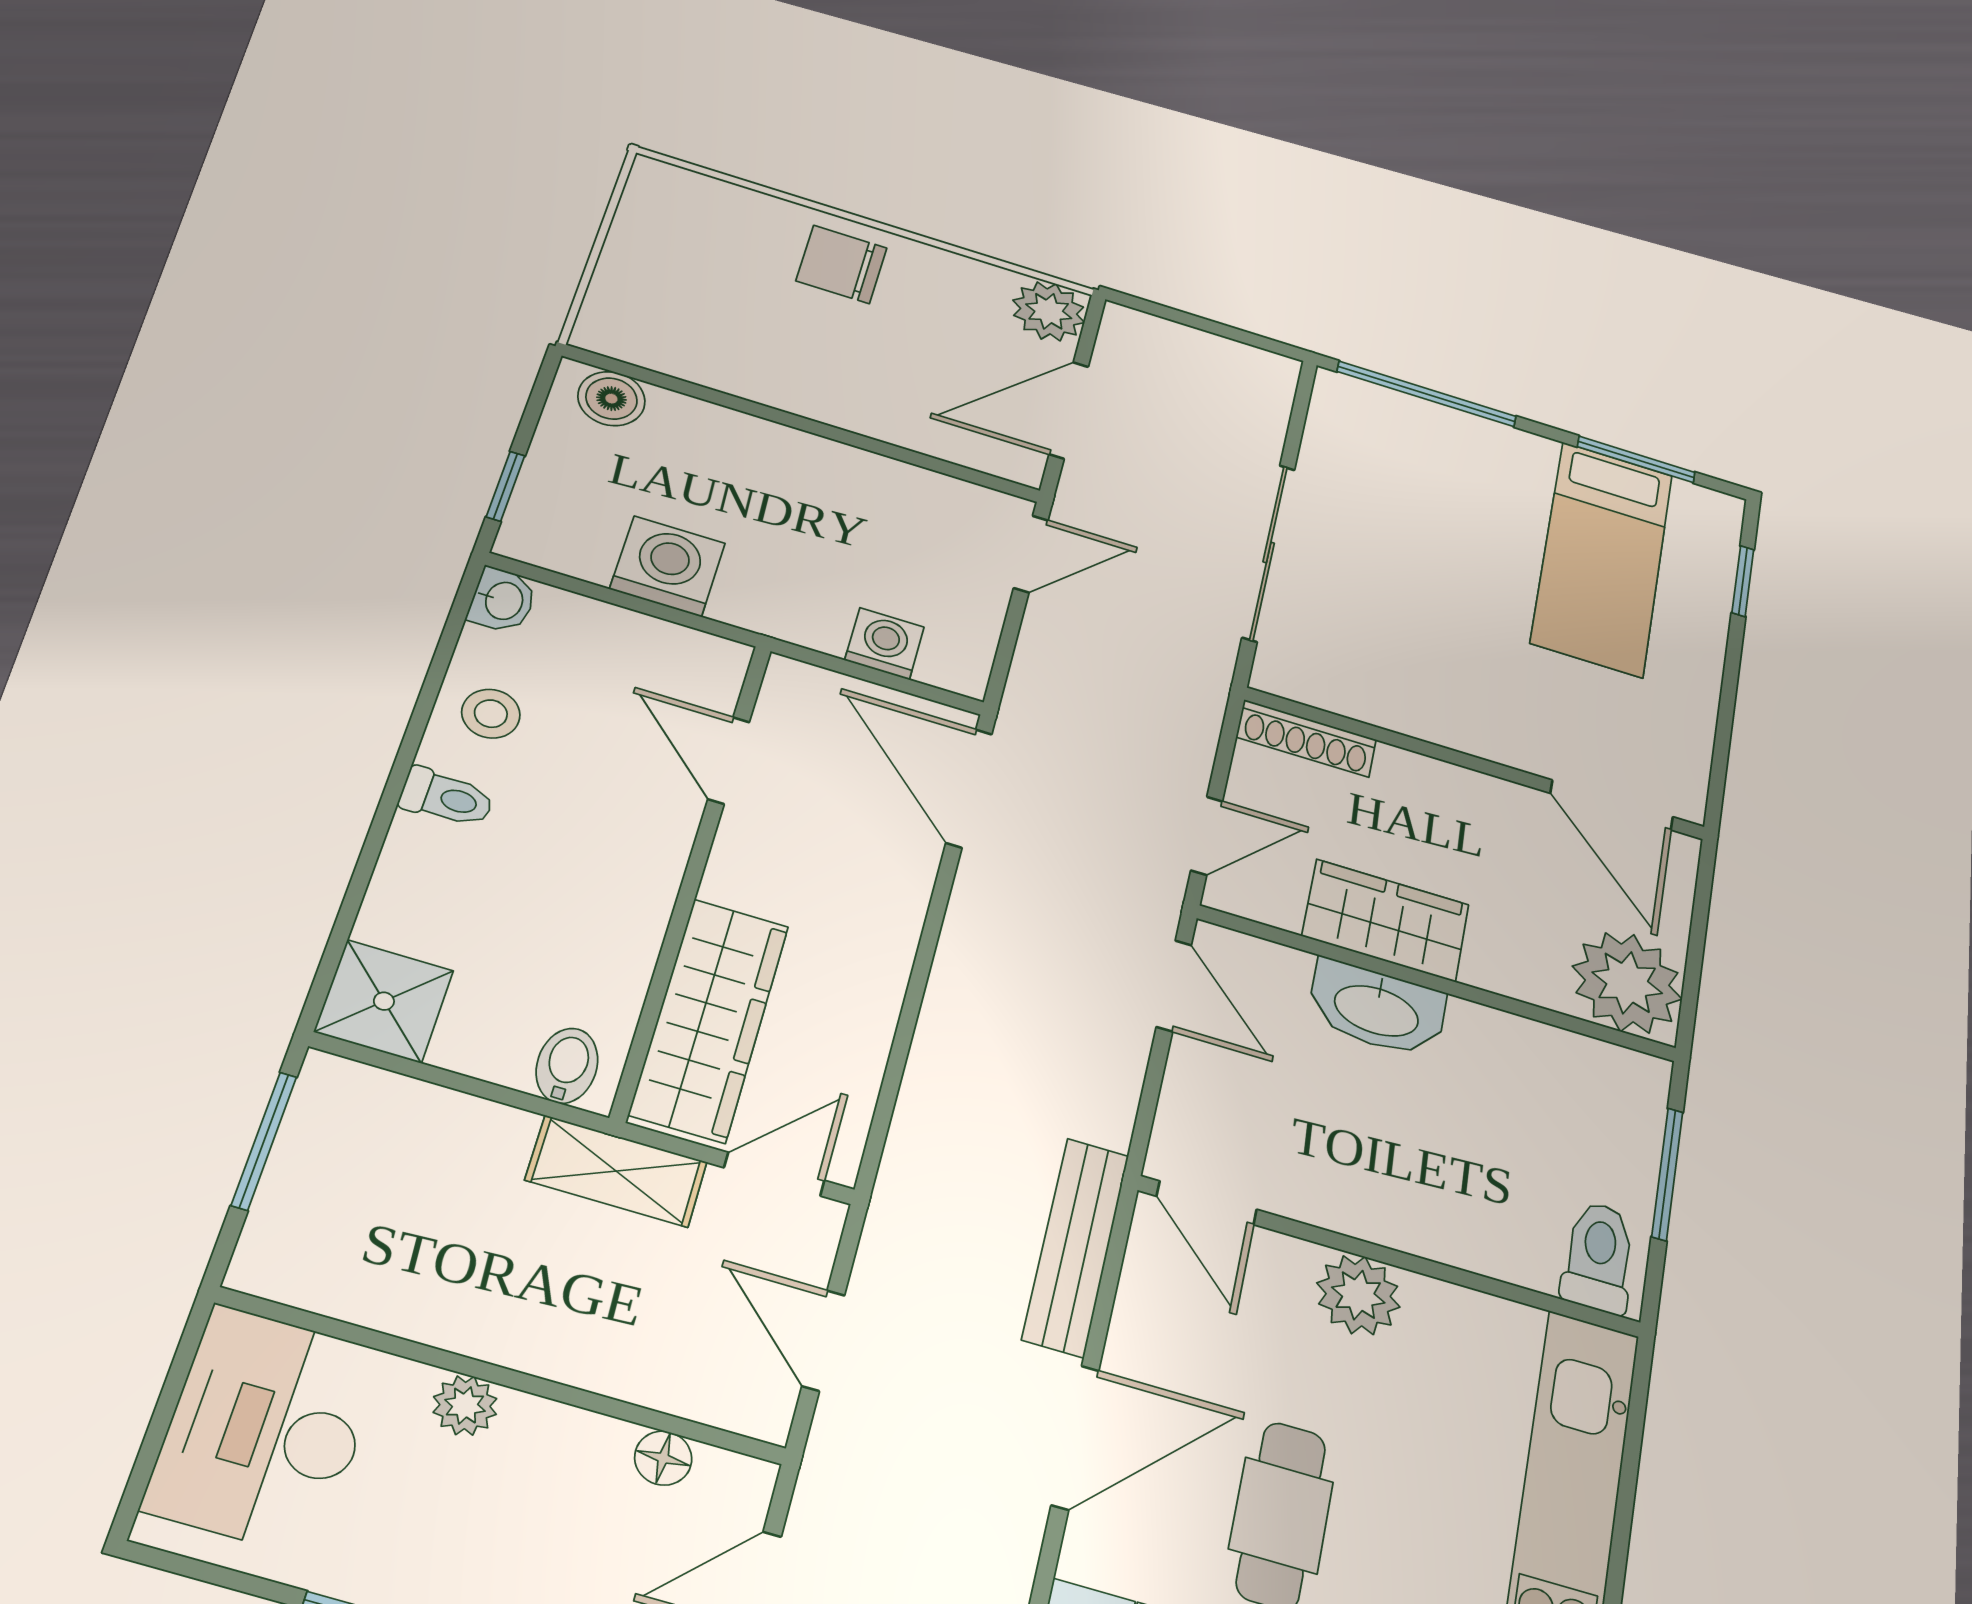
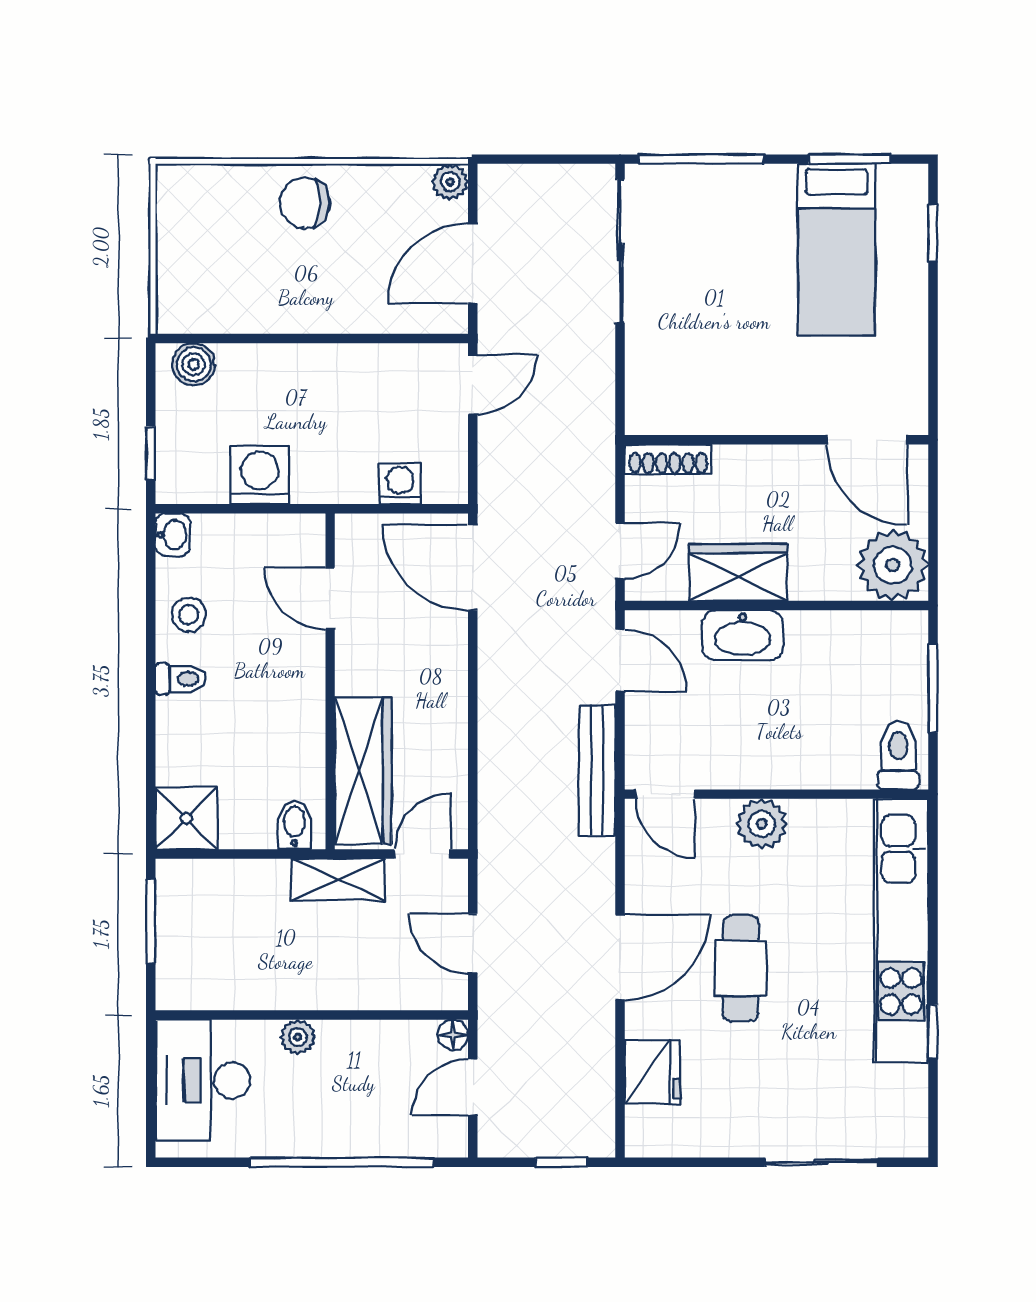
plant: (1049, 311) -> (450, 182), width x0.73, depth x0.73
sliding door: (1269, 553) -> (620, 251), moved
bench: (1076, 1247) -> (597, 771), moved
floor lamp: (663, 1458) -> (453, 1035), moved

